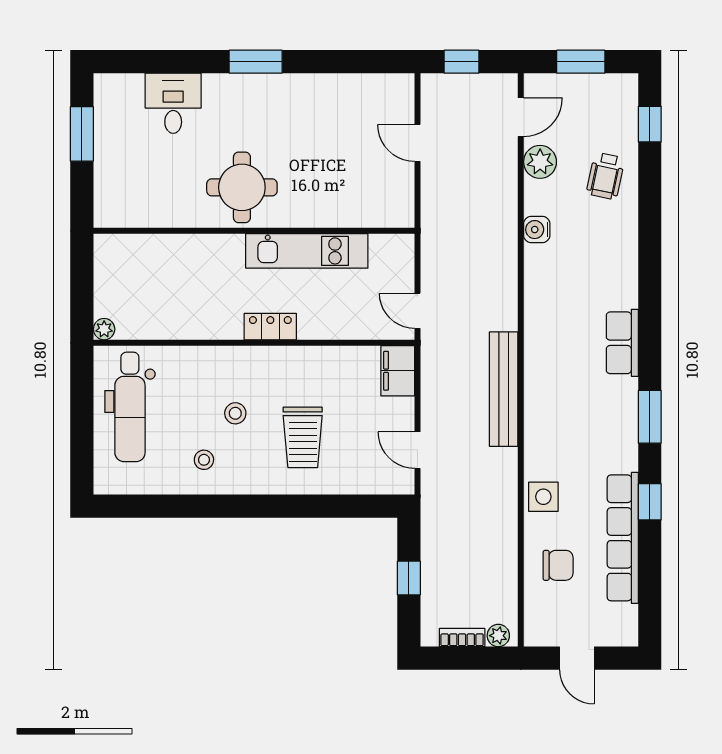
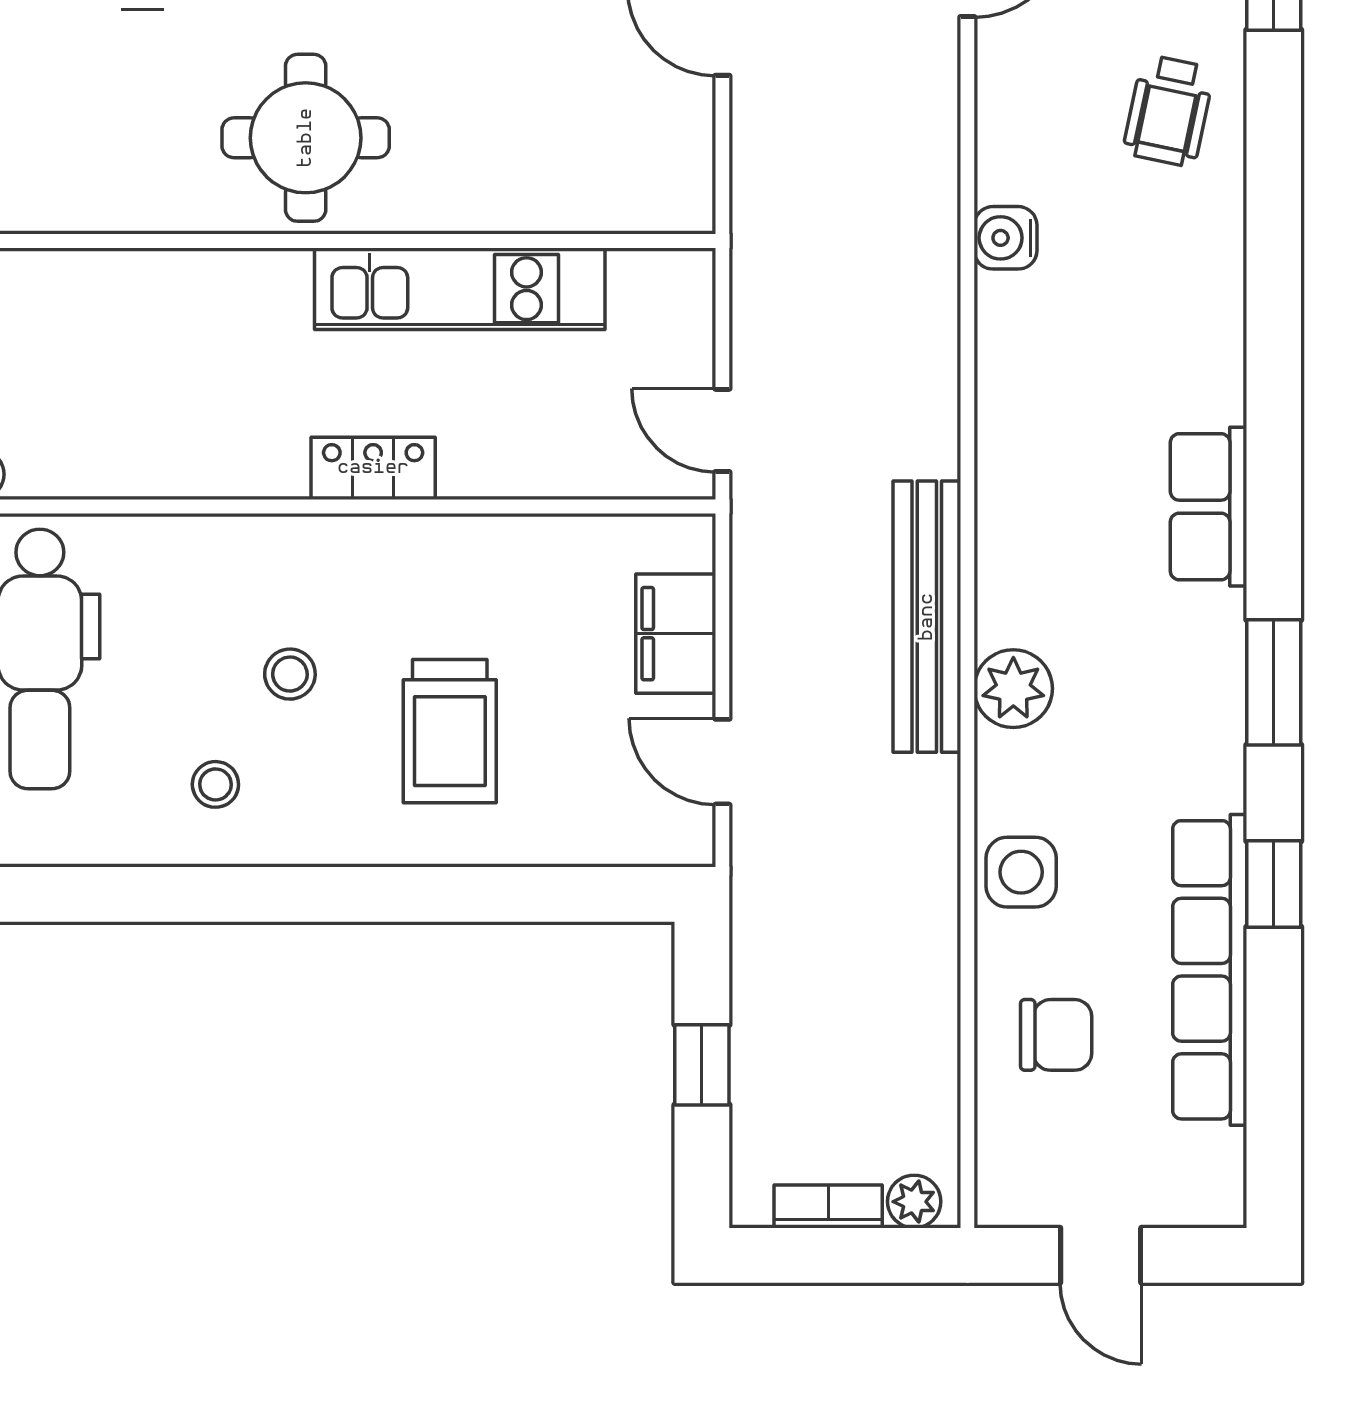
plant: (540, 162) -> (1013, 689), moved
filing cabinet: (398, 371) -> (676, 634), moved

